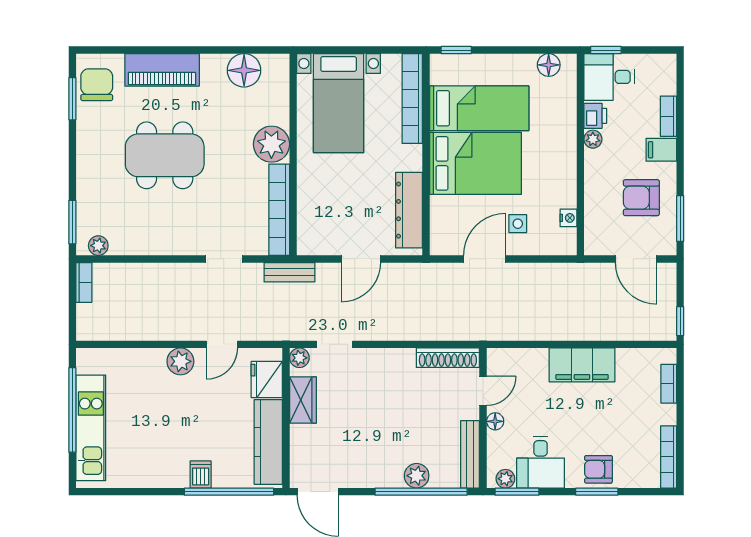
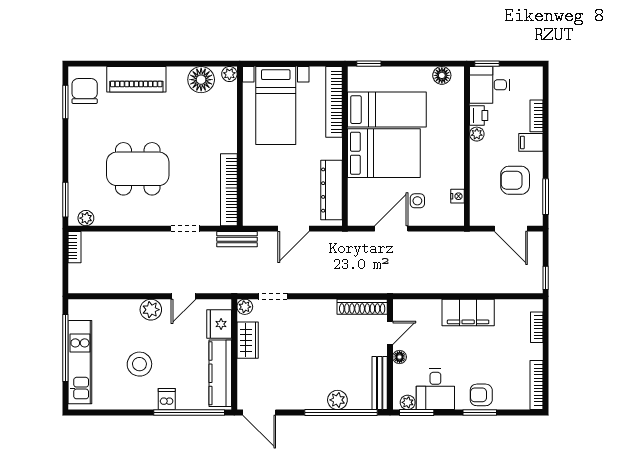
plant: (271, 144) -> (229, 74), moved, width x0.53, depth x0.53
dining table: (165, 155) -> (138, 169), moved
stool: (166, 430) -> (139, 364), added

